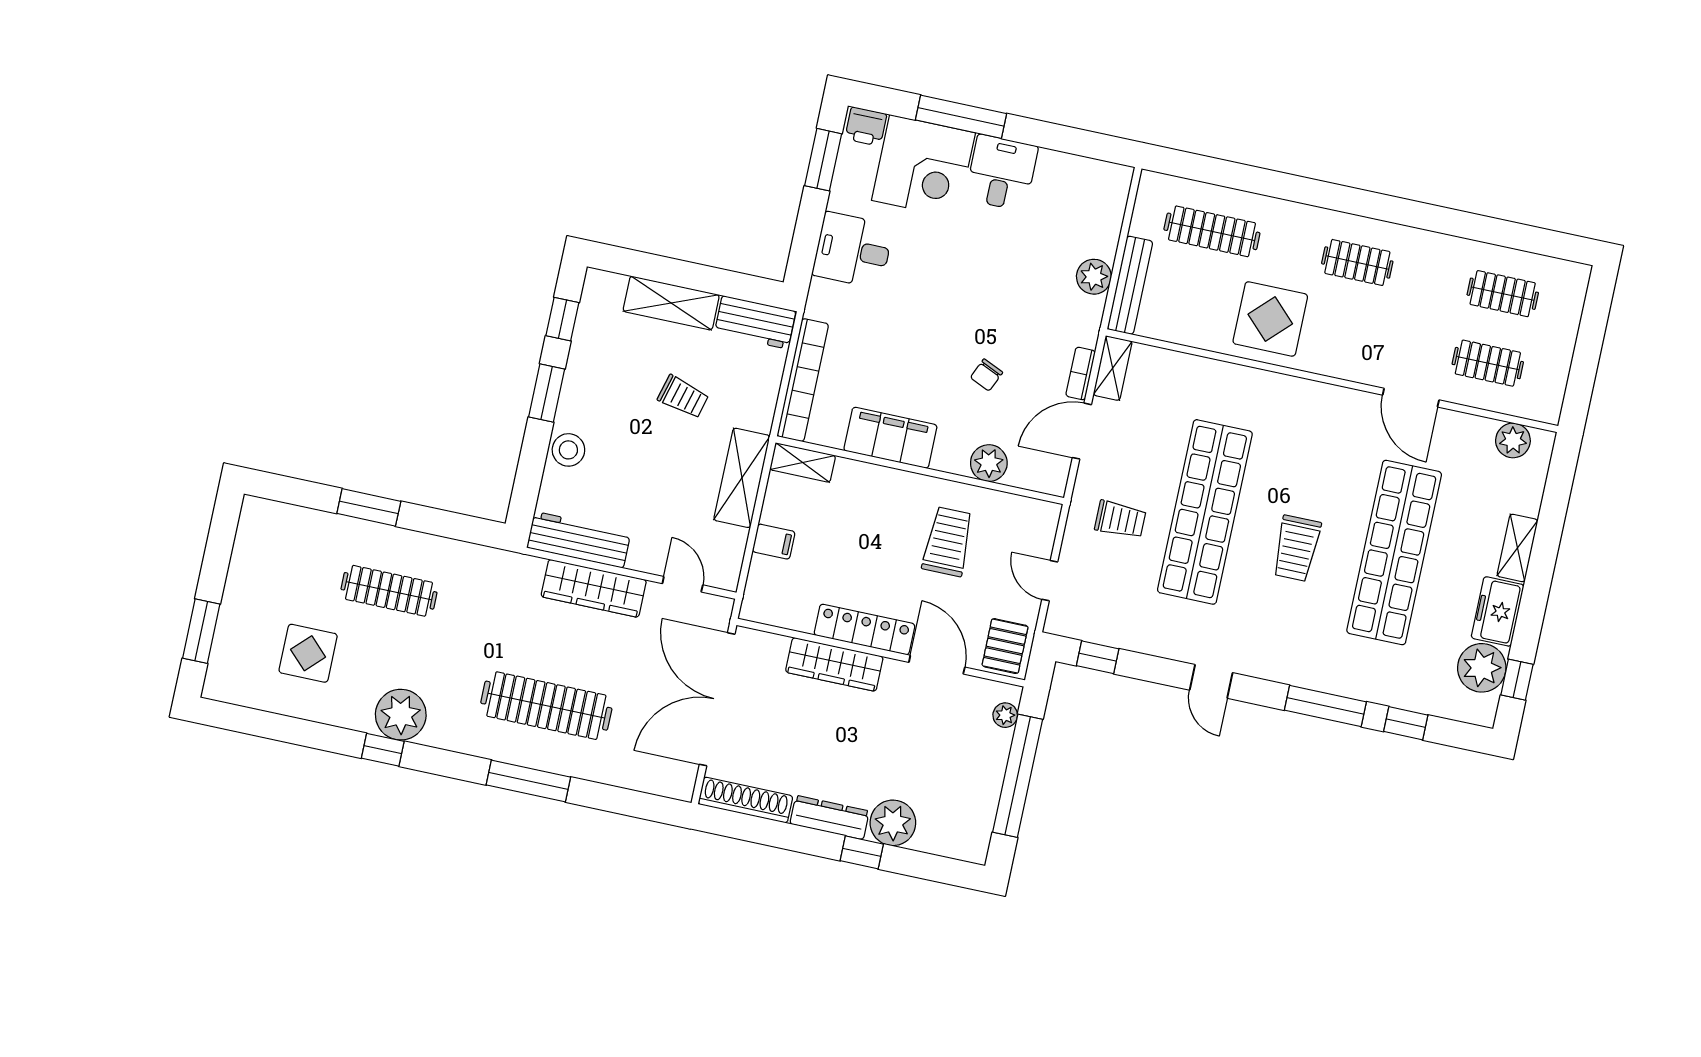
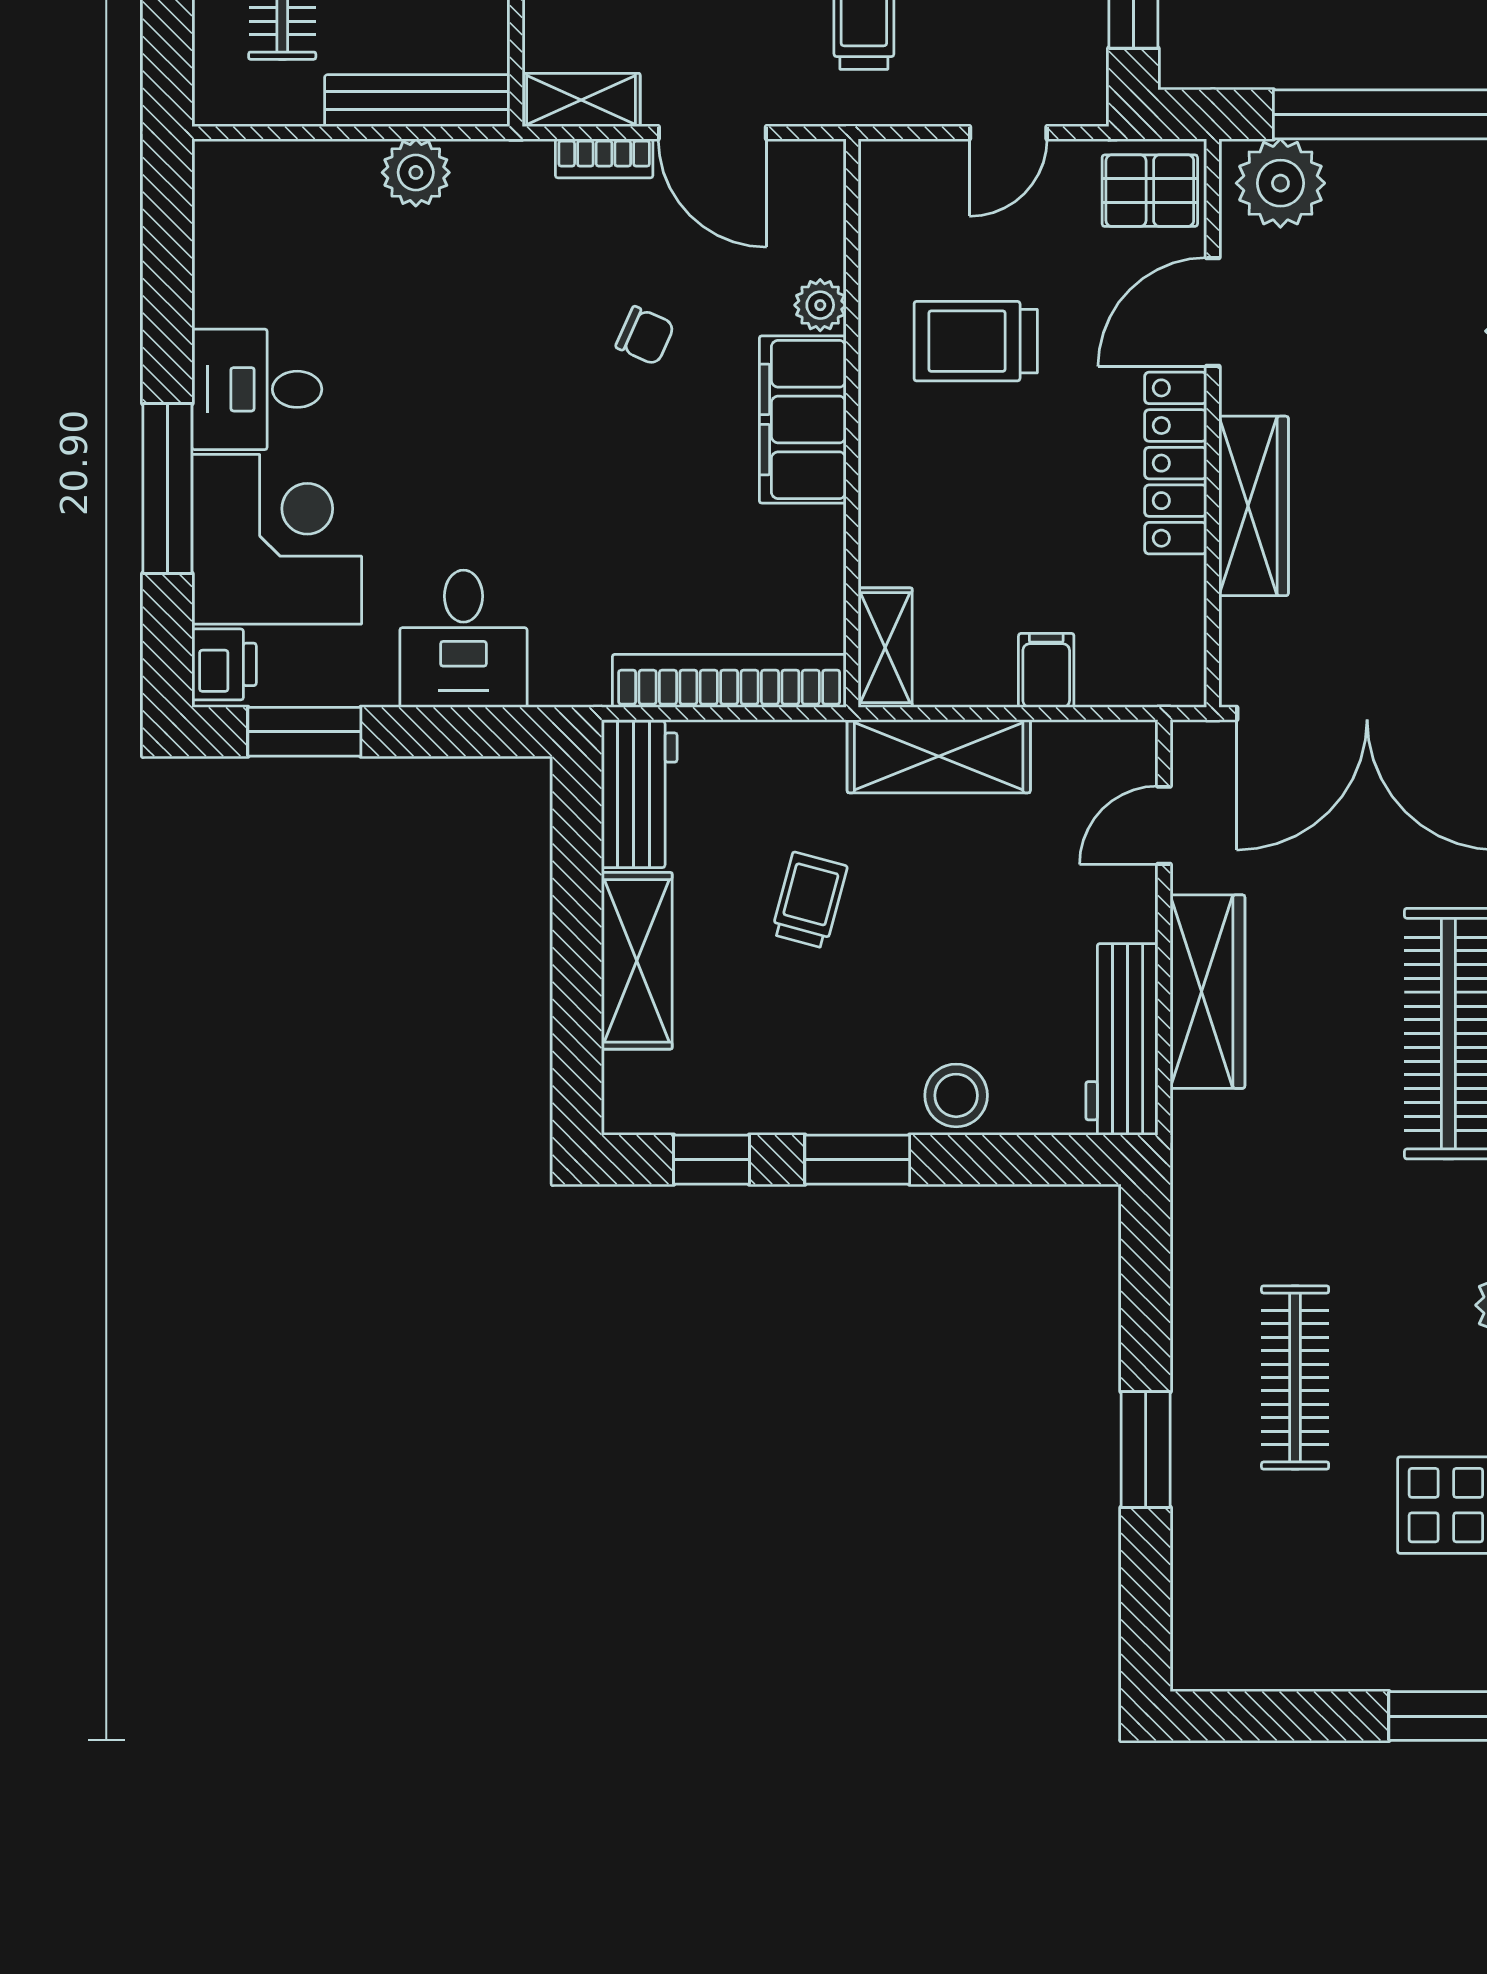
filing cabinet: (890, 438) -> (803, 419), moved
plant: (989, 463) -> (820, 305), width x0.73, depth x0.73
plant: (1005, 715) -> (1280, 183), width x1.88, depth x1.88

